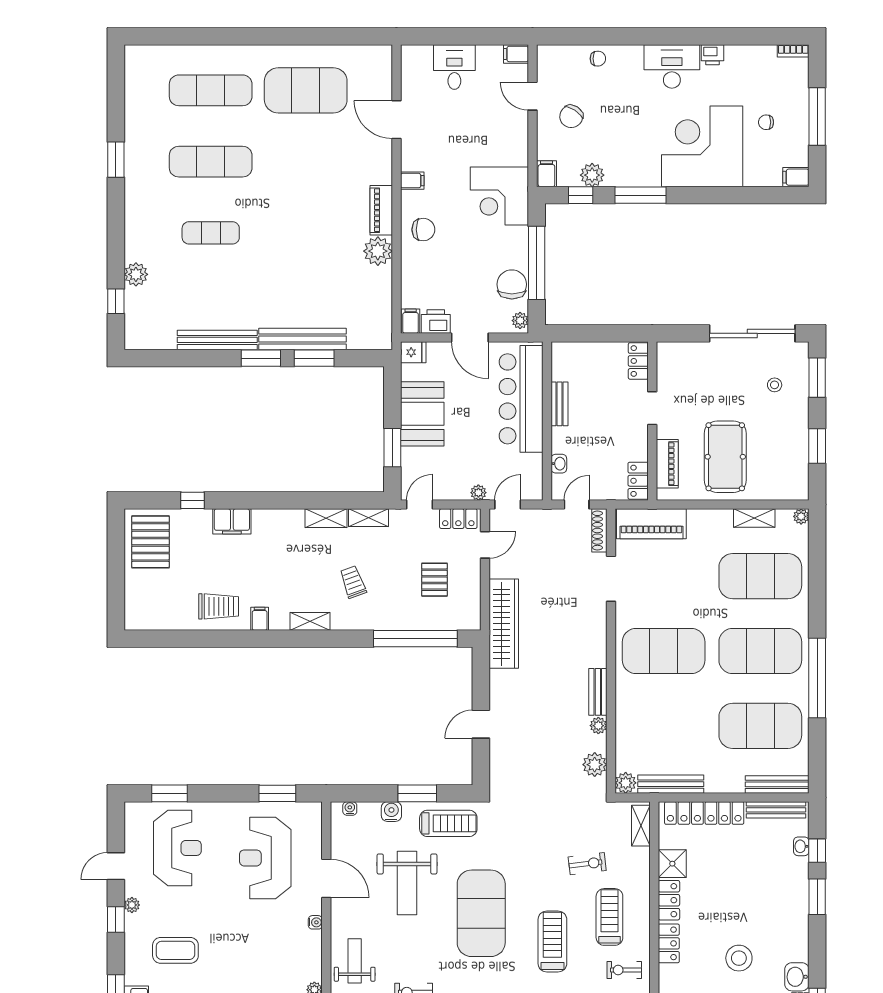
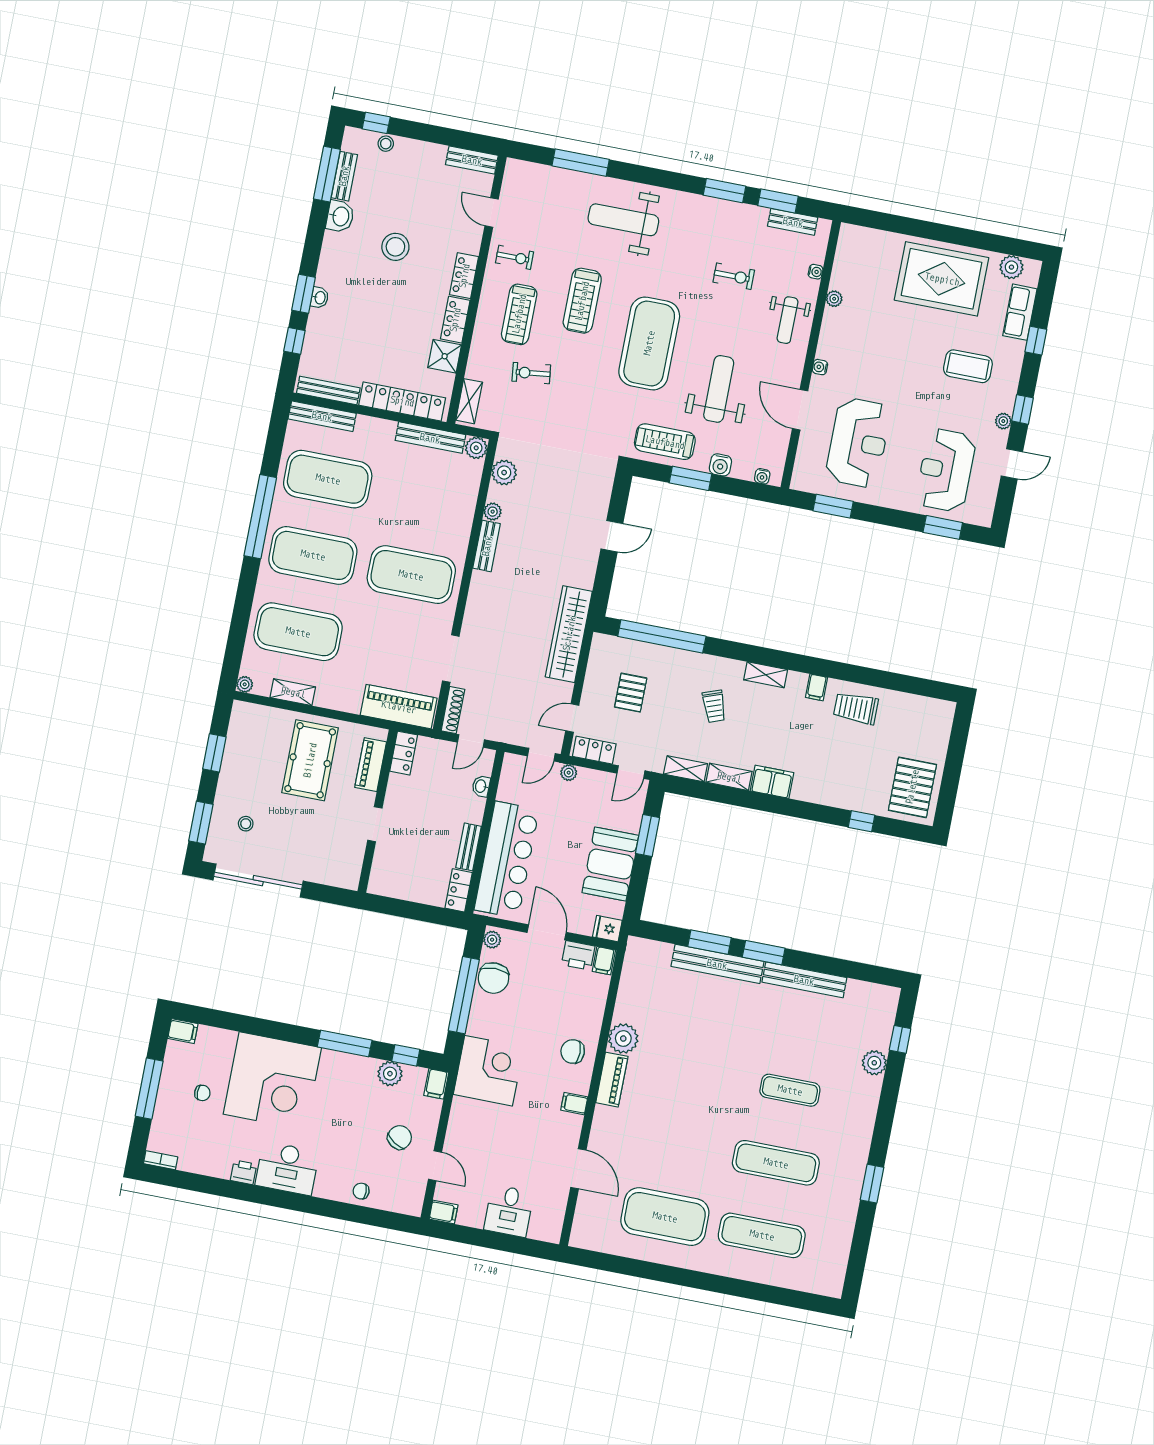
locker: (638, 361) -> (459, 890), moved, turned 180
filing cabinet: (232, 521) -> (772, 782), moved
washbasin: (801, 846) -> (320, 298), moved

